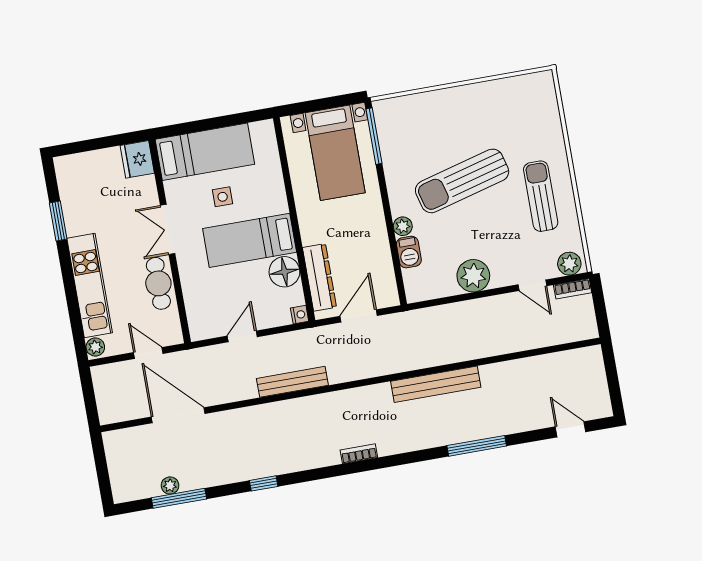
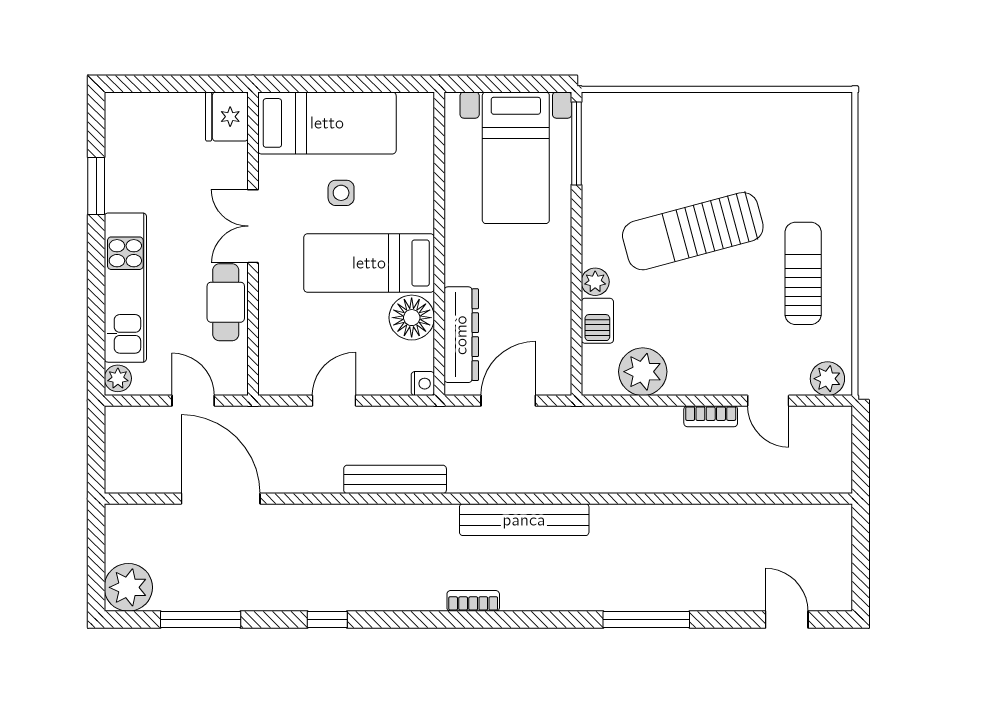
plant: (473, 276) -> (643, 372), moved
bookcase: (573, 289) -> (711, 416), moved
bench: (436, 384) -> (524, 520), moved
plant: (170, 485) -> (128, 587), moved, width x1.87, depth x1.87

